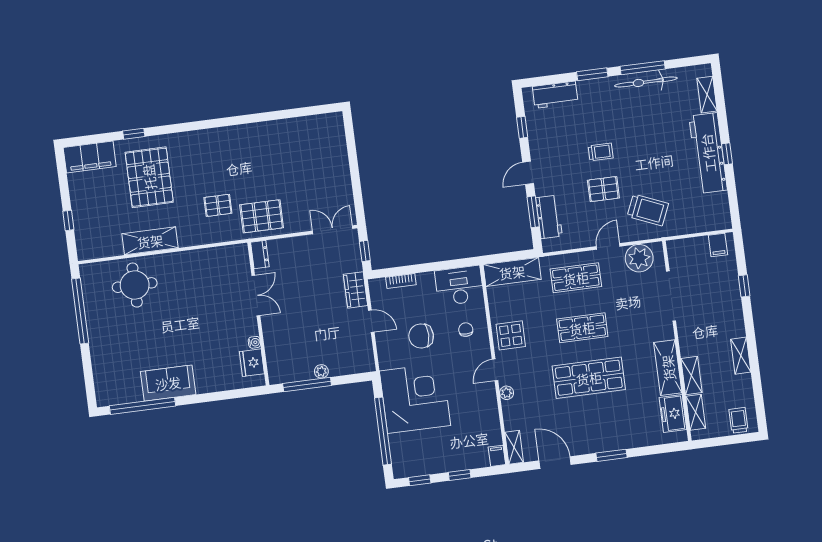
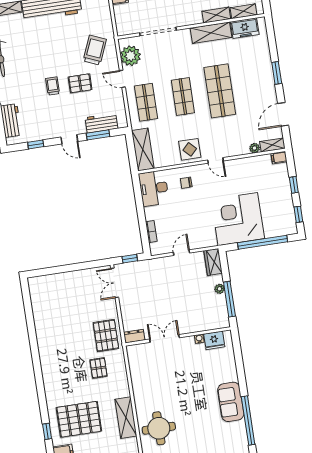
pallet: (603, 189) -> (80, 83), turned 90
wardrobe: (355, 290) -> (213, 262), moved, turned 90
chair: (421, 336) -> (192, 216), removed
plant: (507, 393) -> (255, 148), moved

